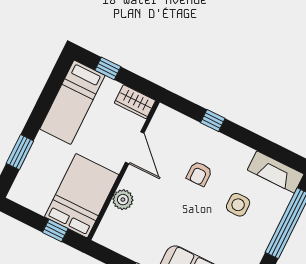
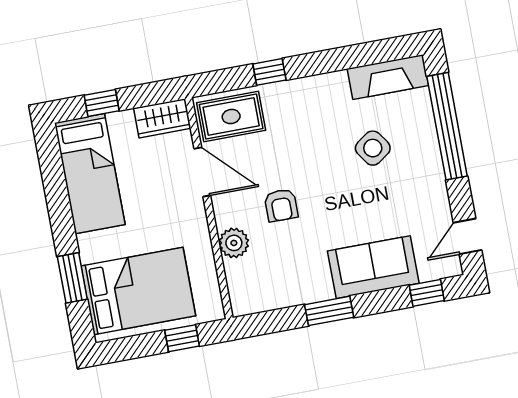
rug: (173, 129) -> (231, 117), added
armchair: (199, 174) -> (281, 205), moved
bed: (82, 196) -> (138, 291), moved, turned 90
side table: (238, 205) -> (373, 148), turned -35

